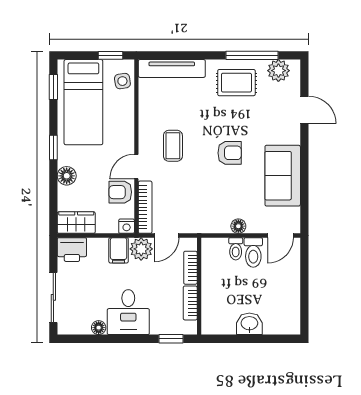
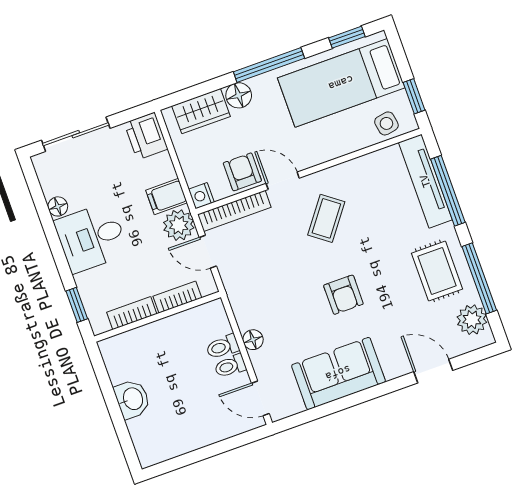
window: (184, 55) -> (448, 191), added
door: (304, 110) -> (433, 371), swing flipped
coffee table: (173, 146) -> (326, 218), turned -53
window: (53, 147) -> (269, 65), width x2.17
wardrobe: (76, 223) -> (201, 111), moved, turned 90
toilet: (253, 252) -> (230, 366), width x0.73, depth x0.72

